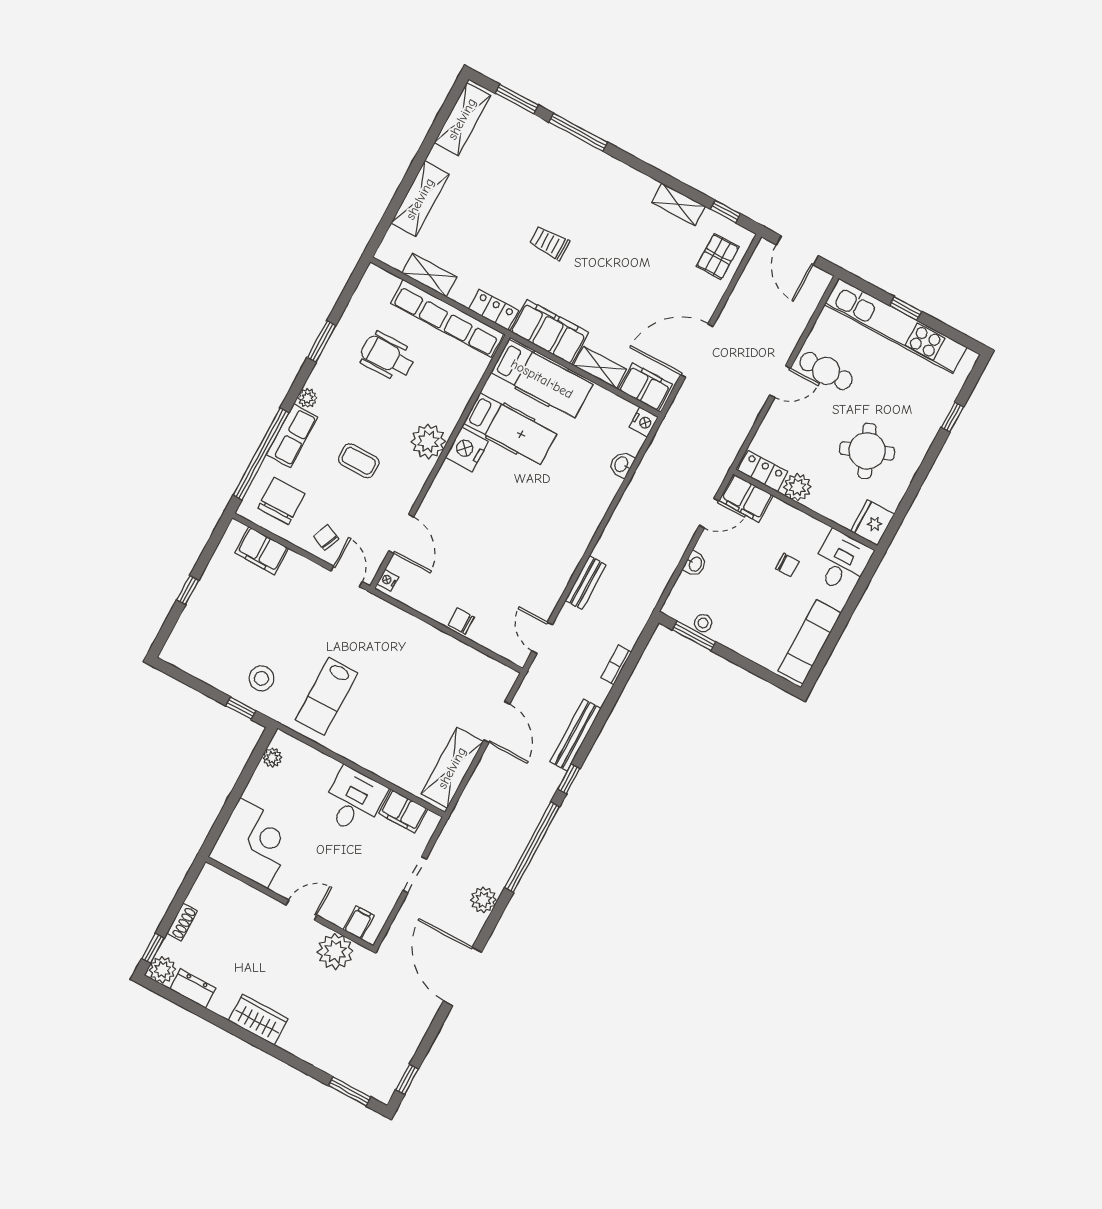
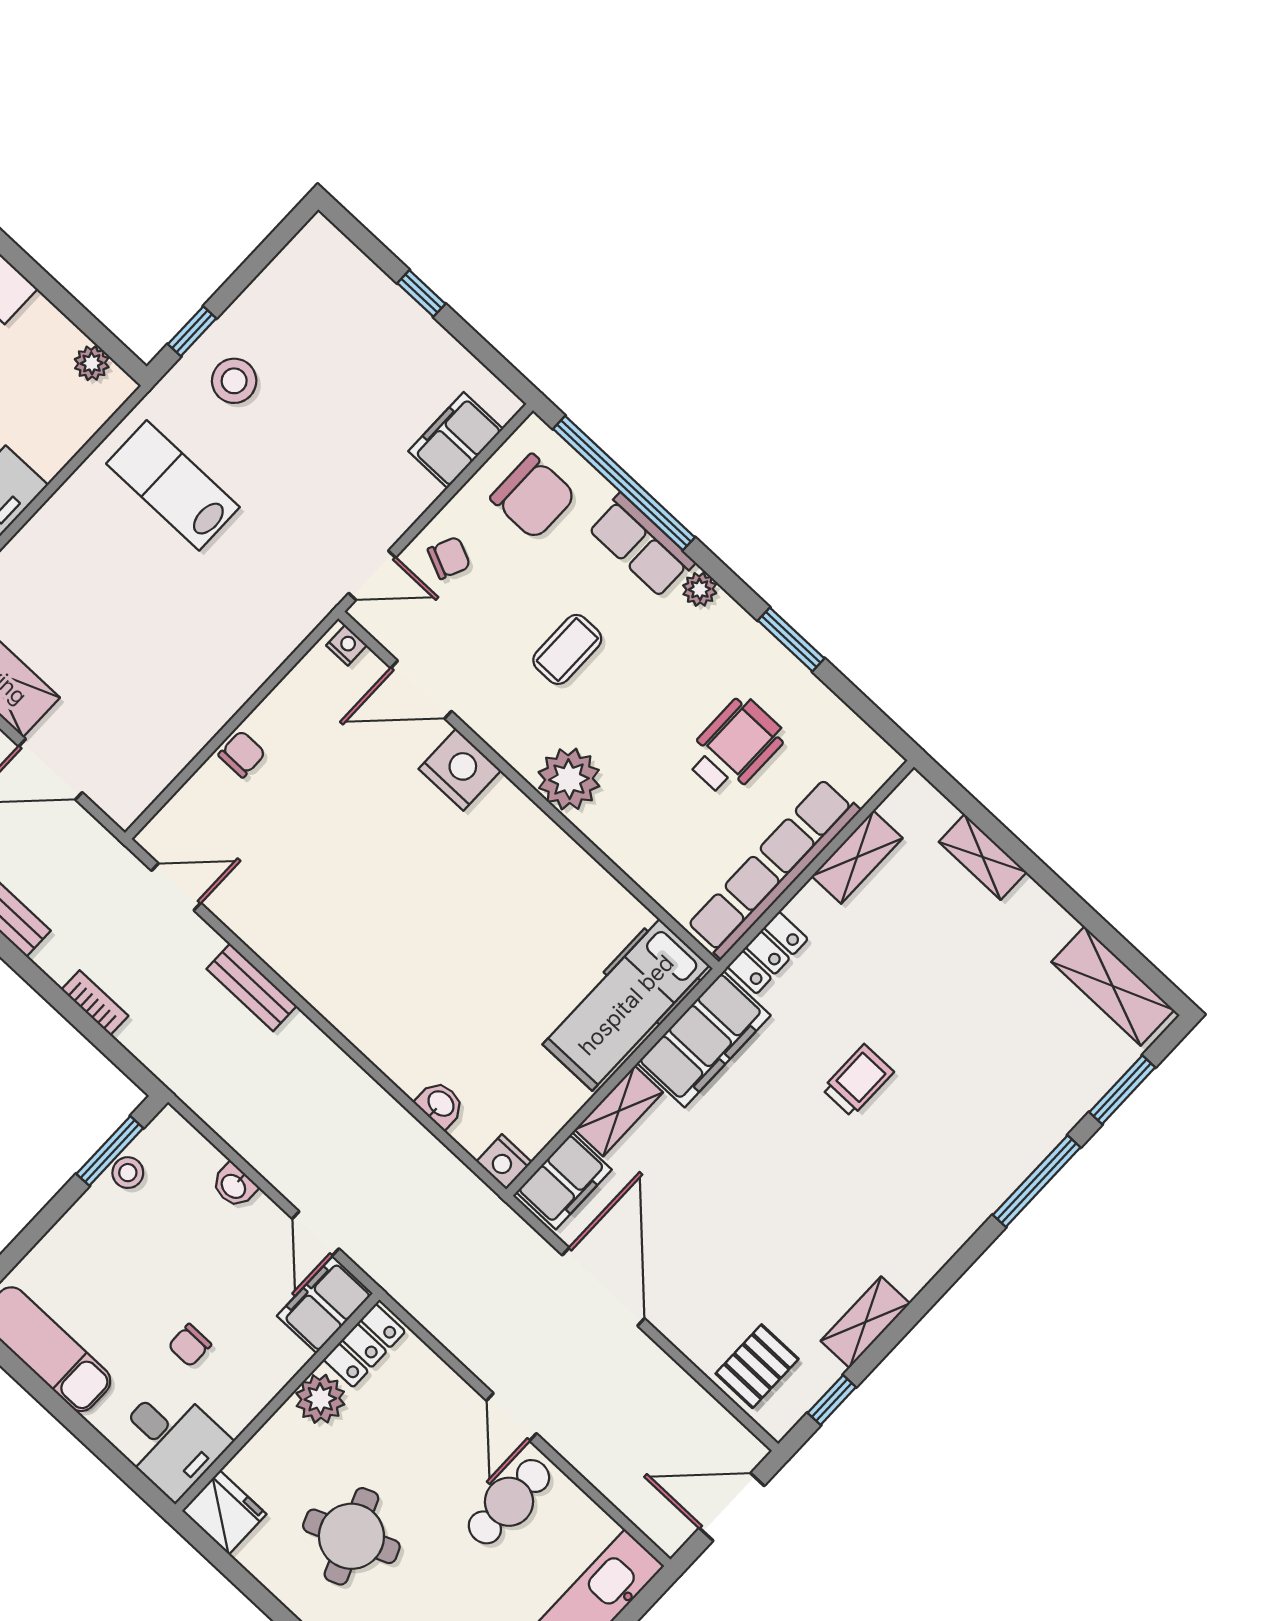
shelving: (420, 199) -> (983, 857), width x0.67, depth x0.75
pallet: (718, 257) -> (757, 1366), turned 90
hospital bed: (510, 429) -> (554, 927), removed
nightstand: (467, 449) -> (460, 770), moved

